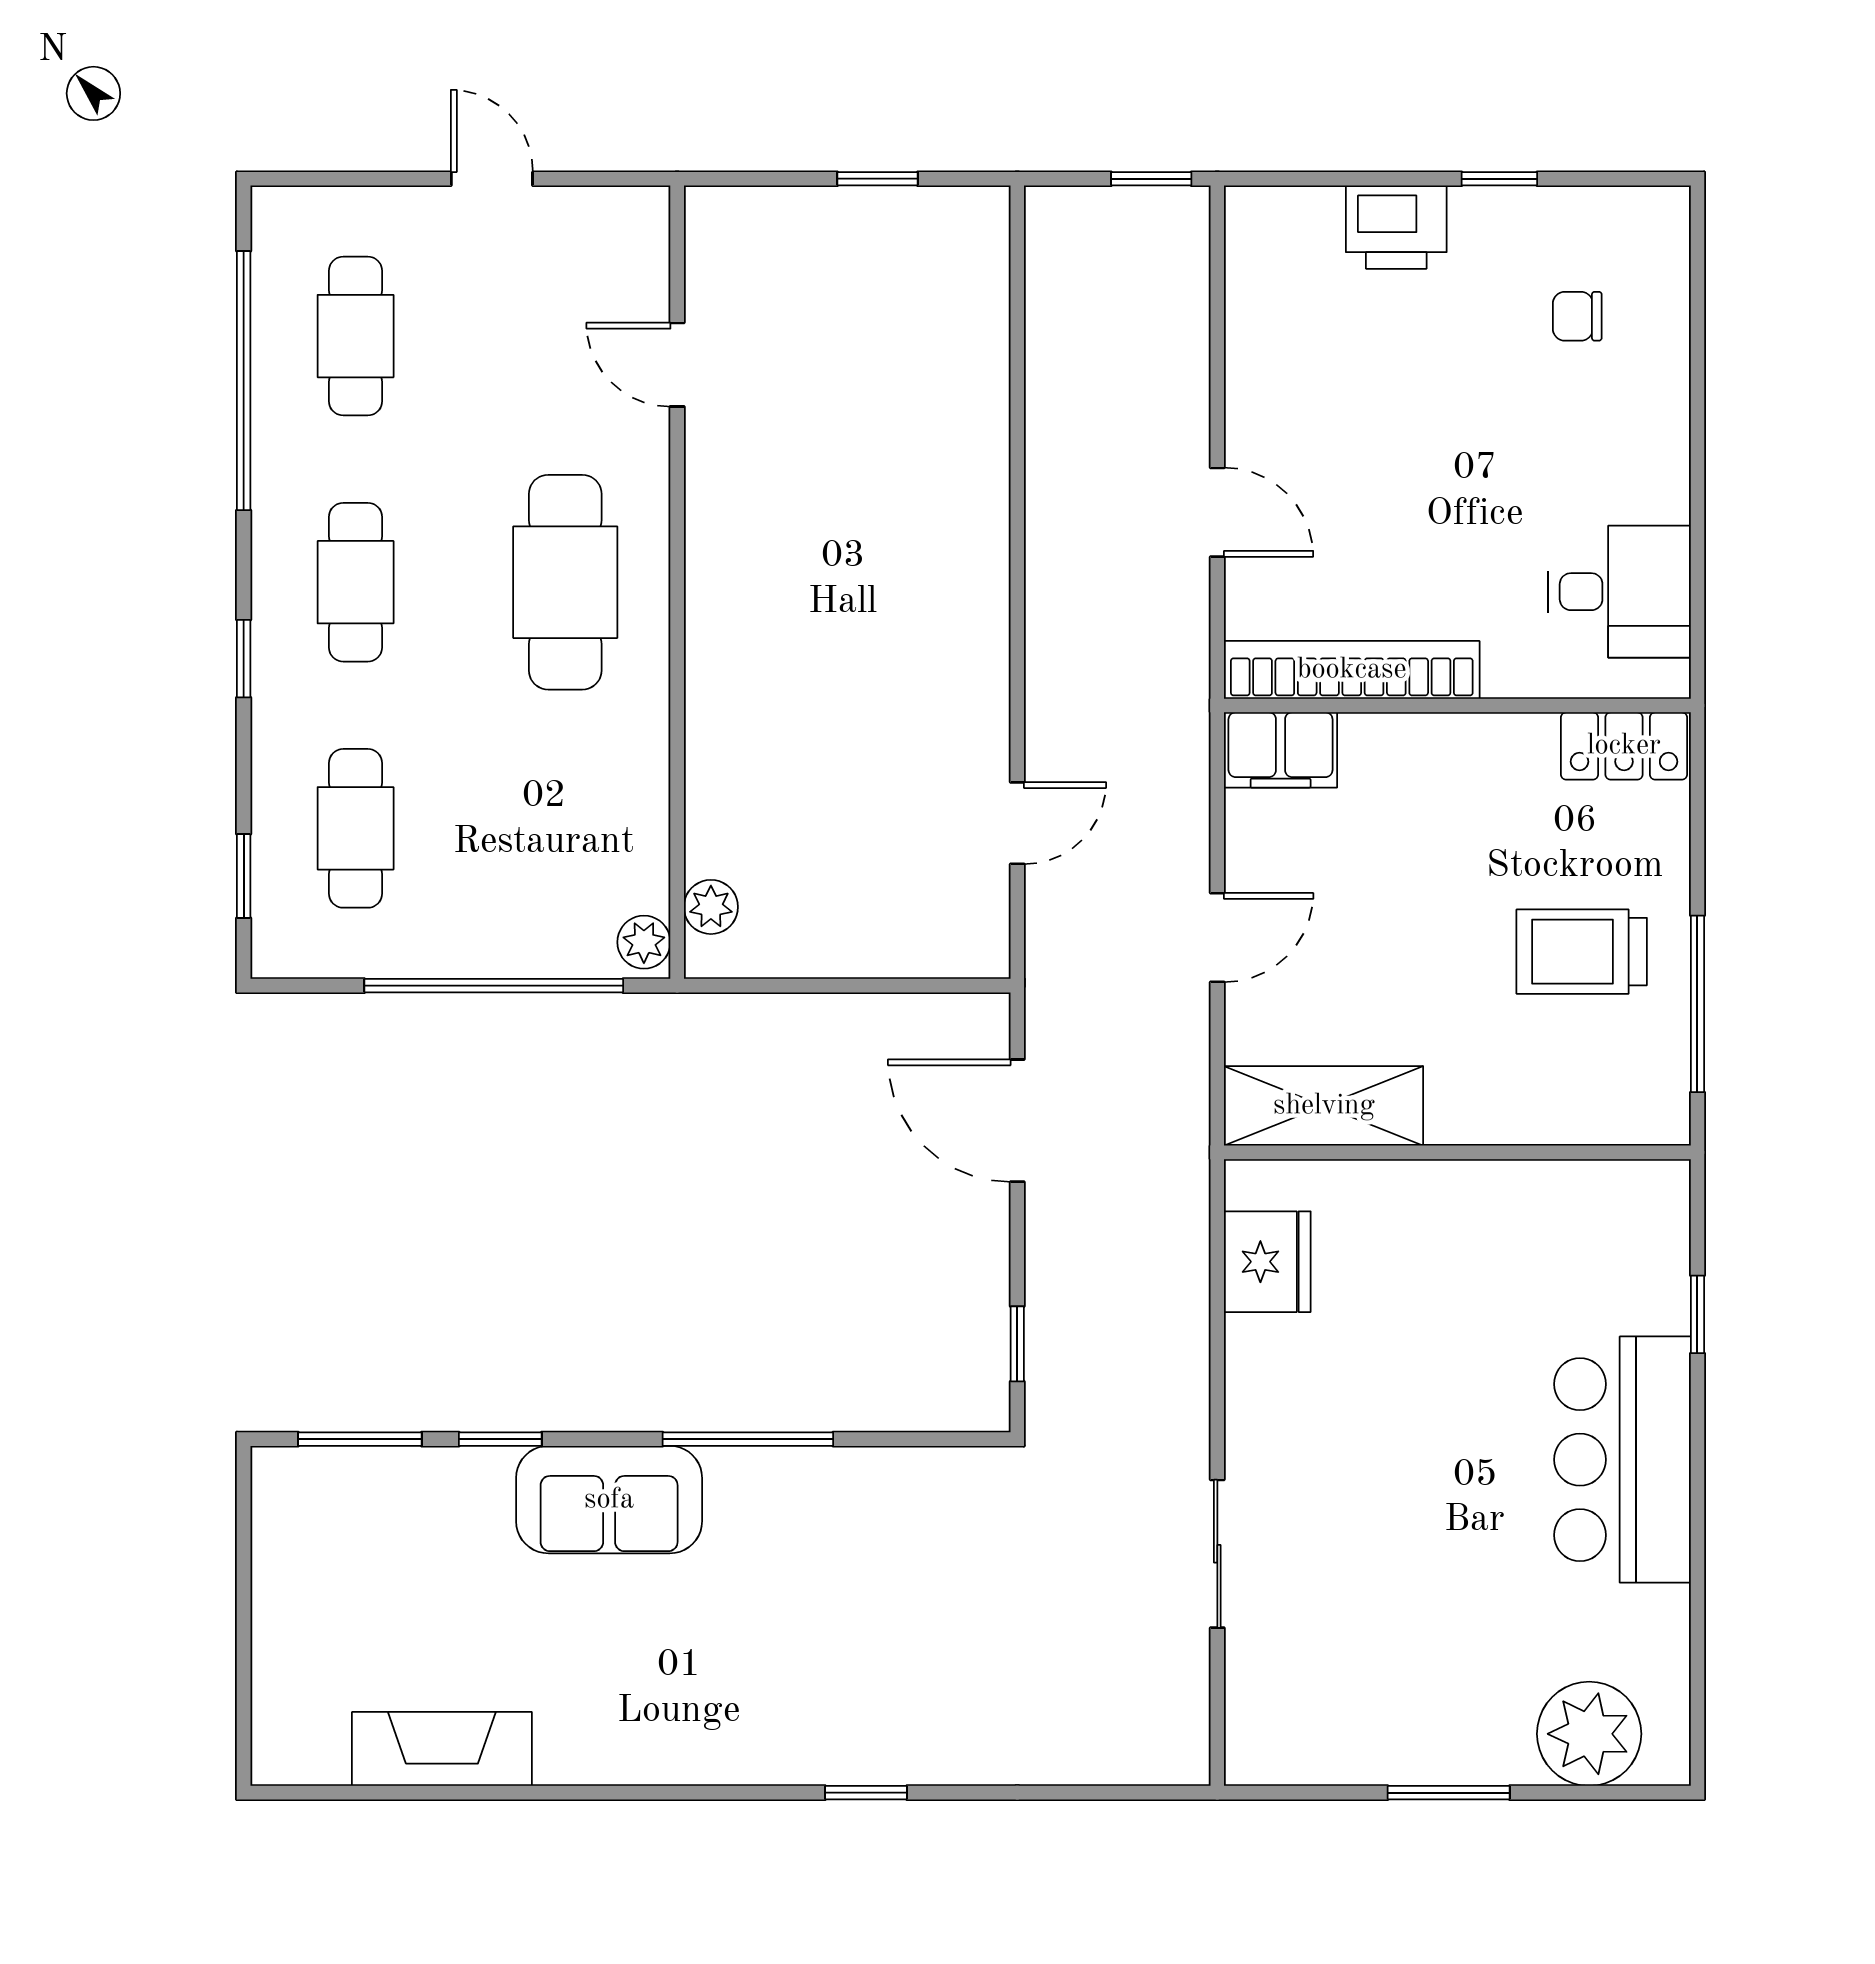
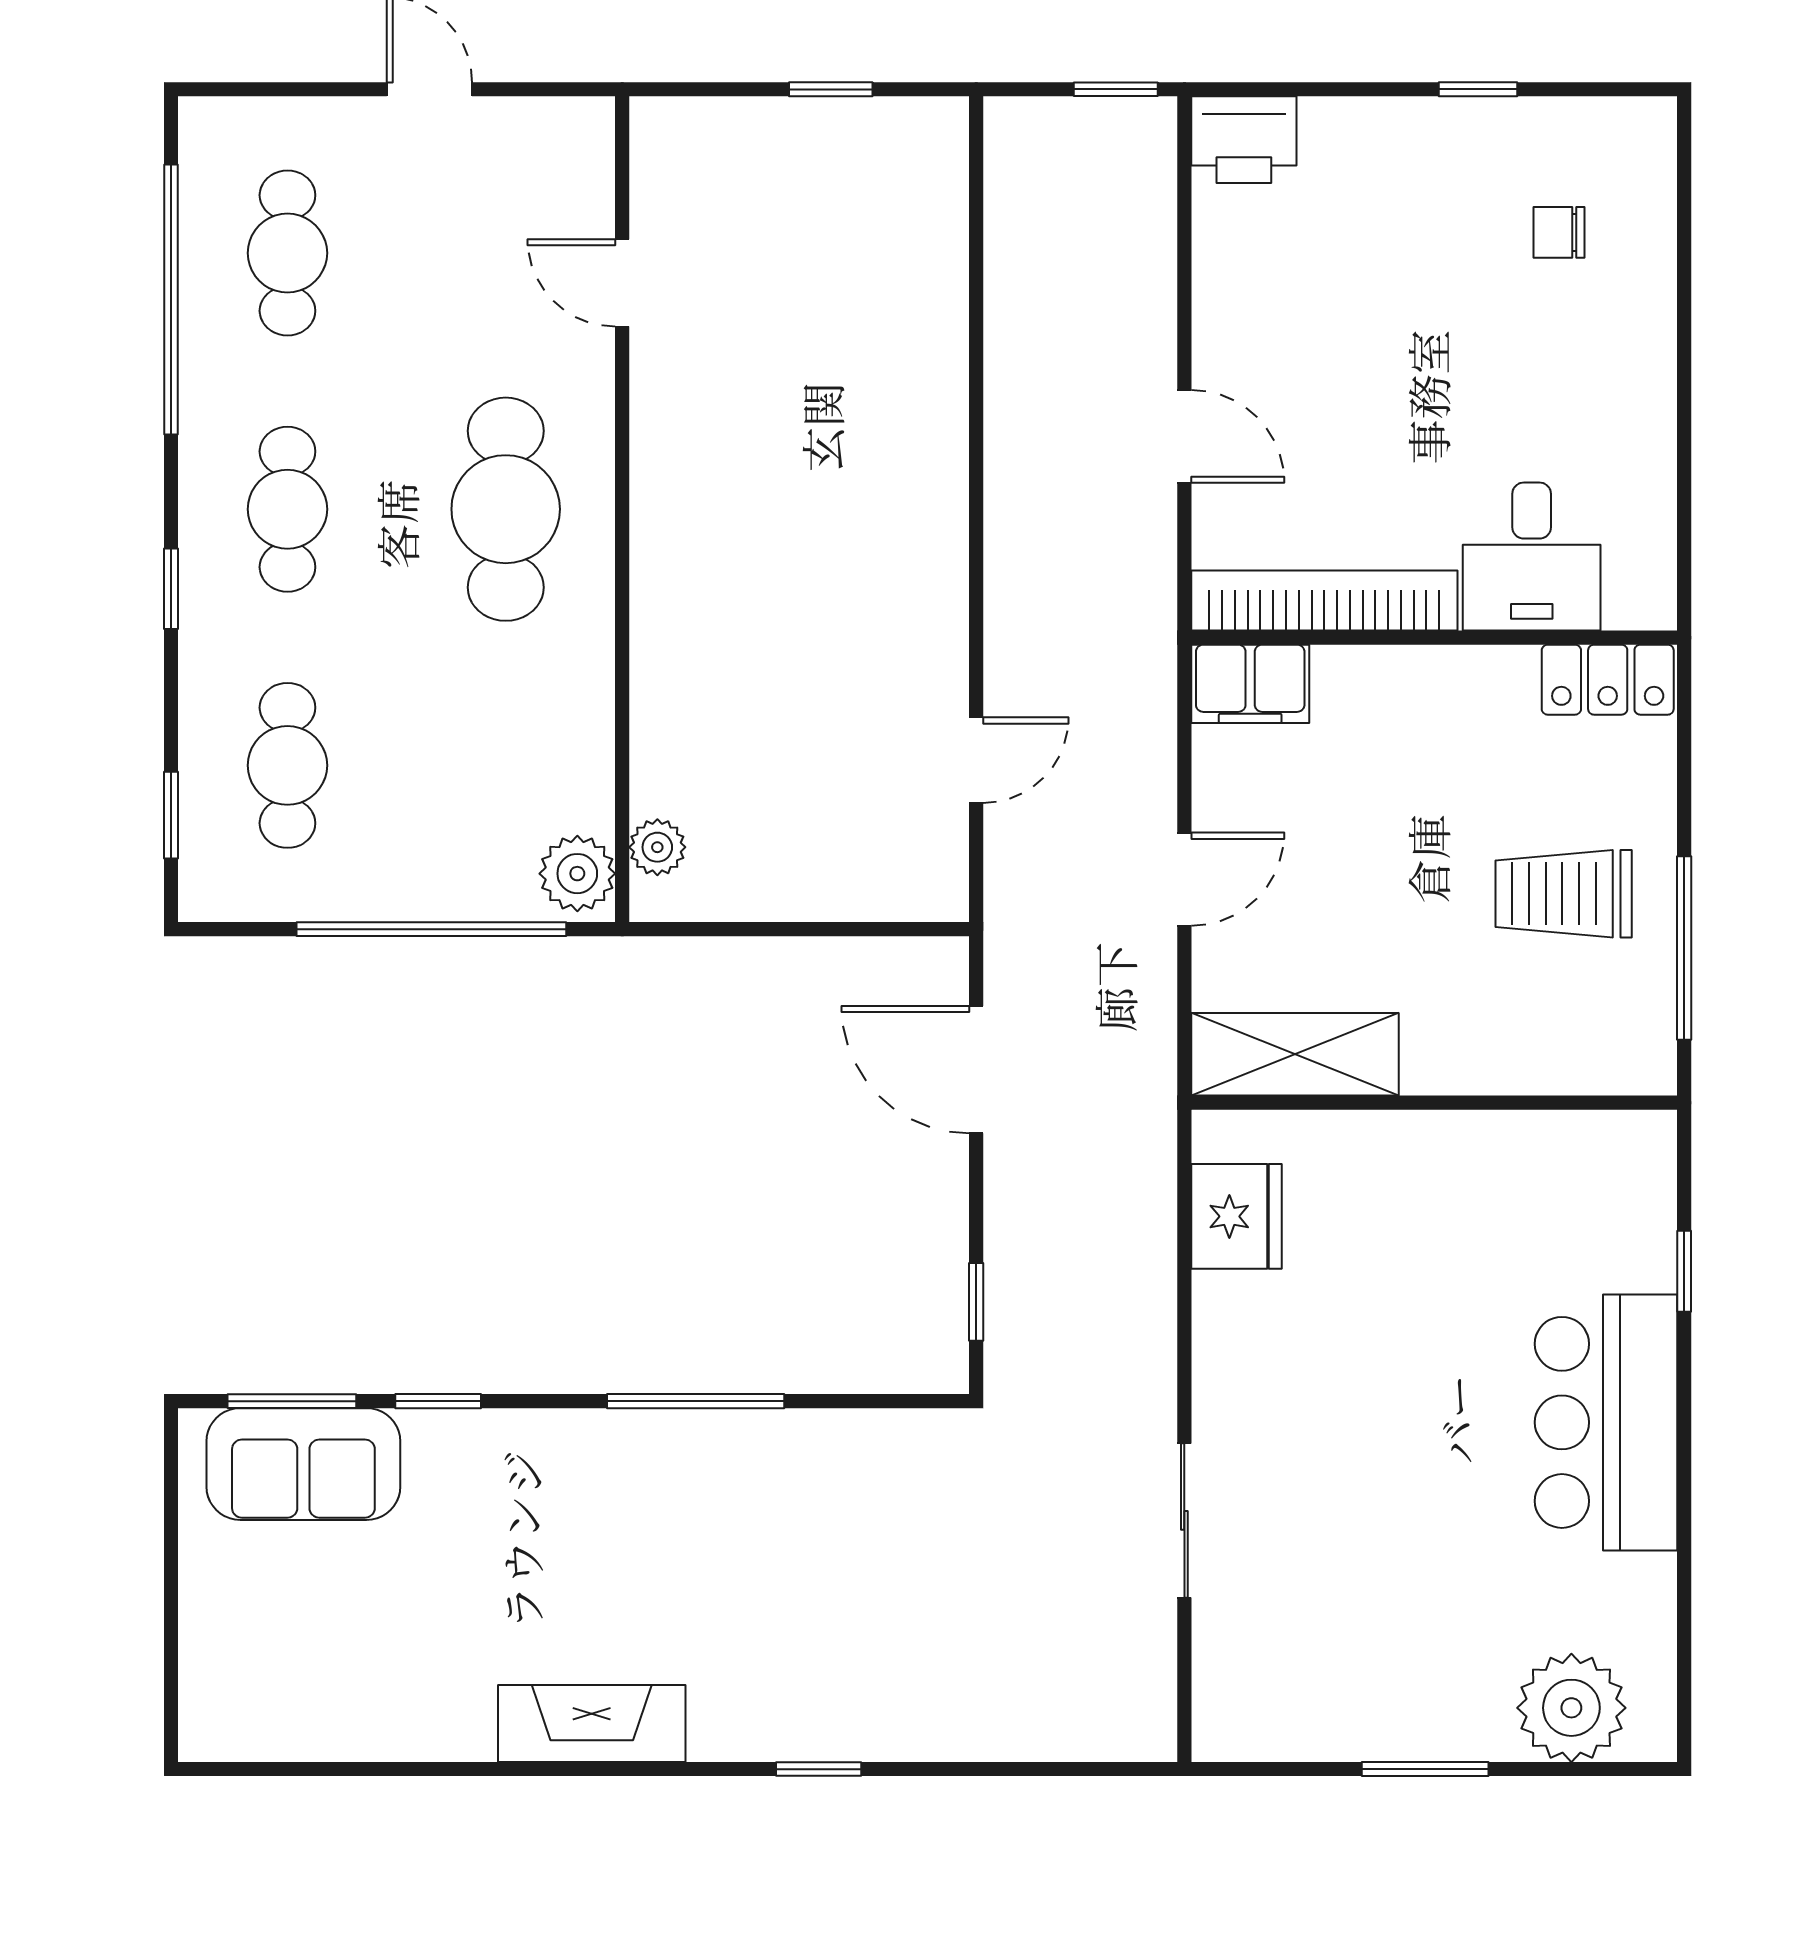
printer: (1396, 227) -> (1244, 140), moved
desk: (1620, 592) -> (1532, 557), moved, turned 90
plant: (644, 942) -> (577, 874), width x1.38, depth x1.38
sofa: (609, 1500) -> (303, 1464), moved
fireplace: (442, 1749) -> (592, 1724), moved

